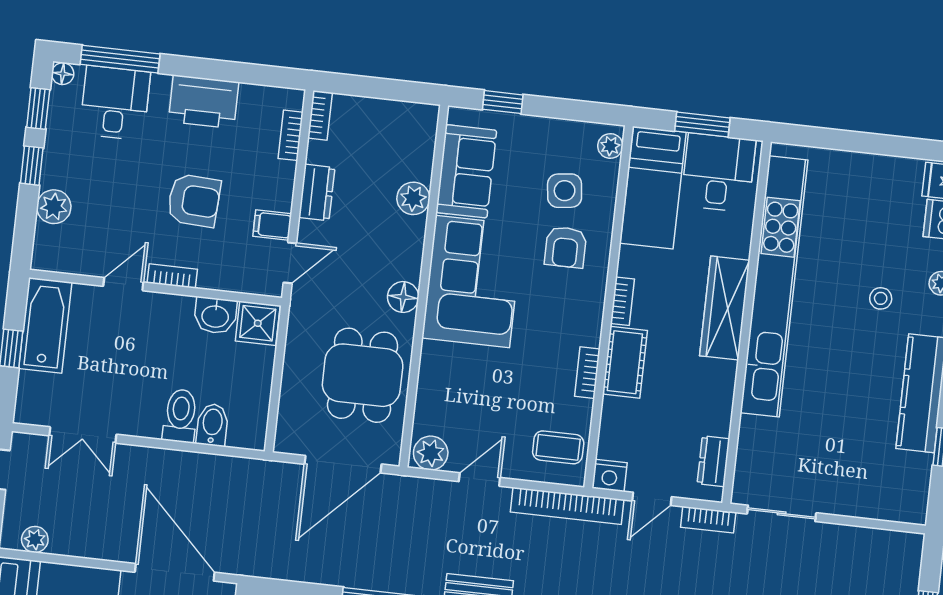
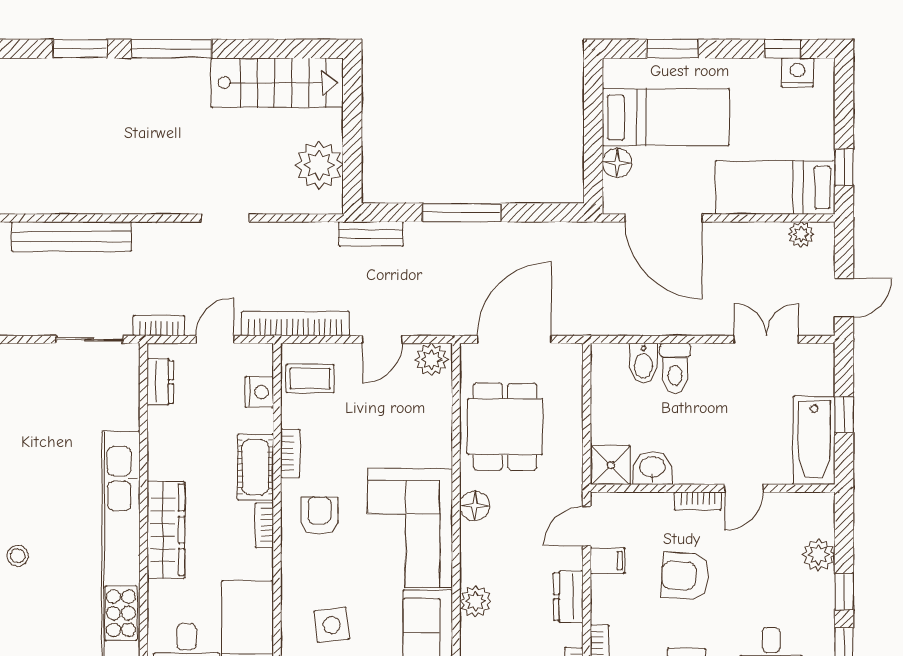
armchair: (565, 247) -> (319, 516), moved
nightstand: (610, 475) -> (259, 392), moved, turned 90

